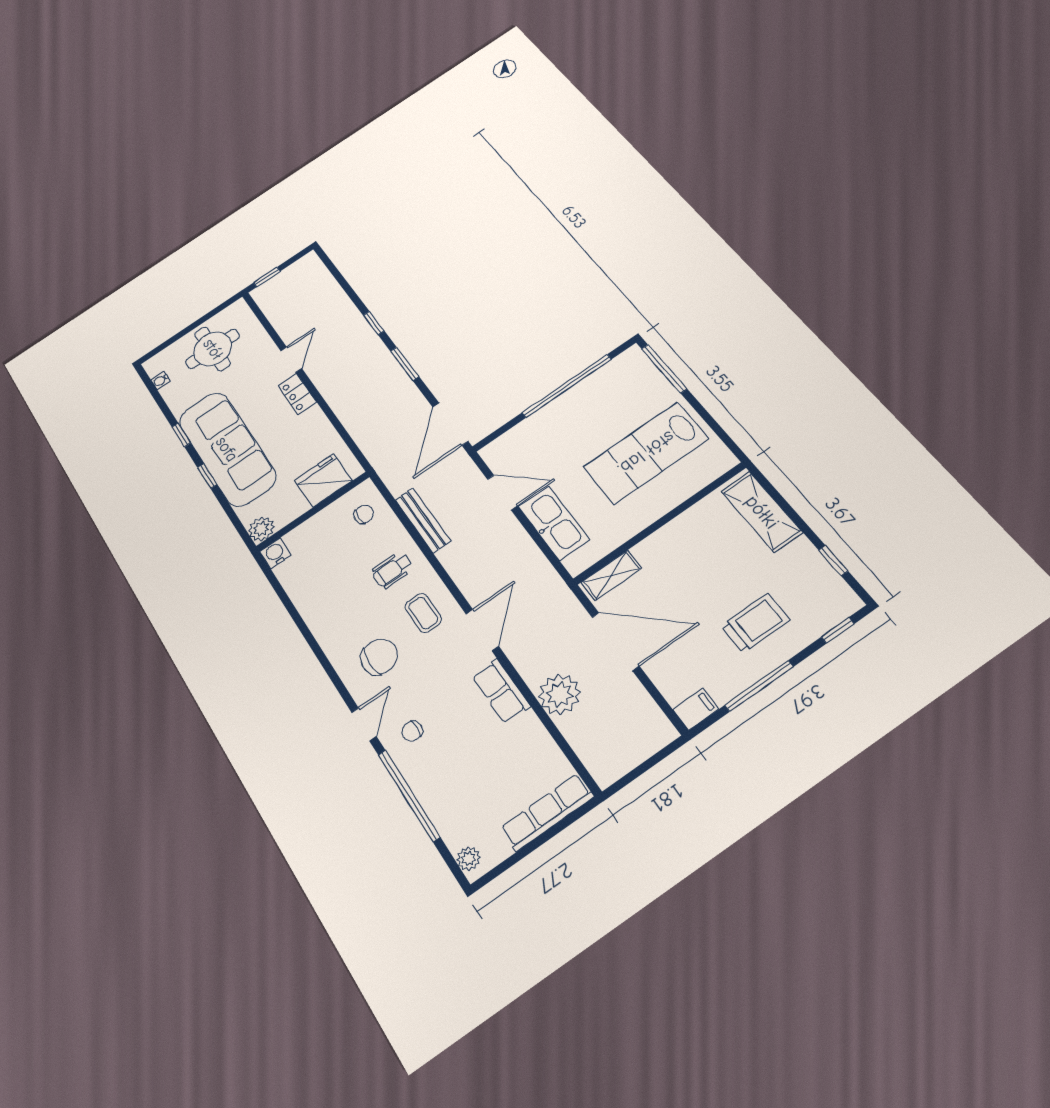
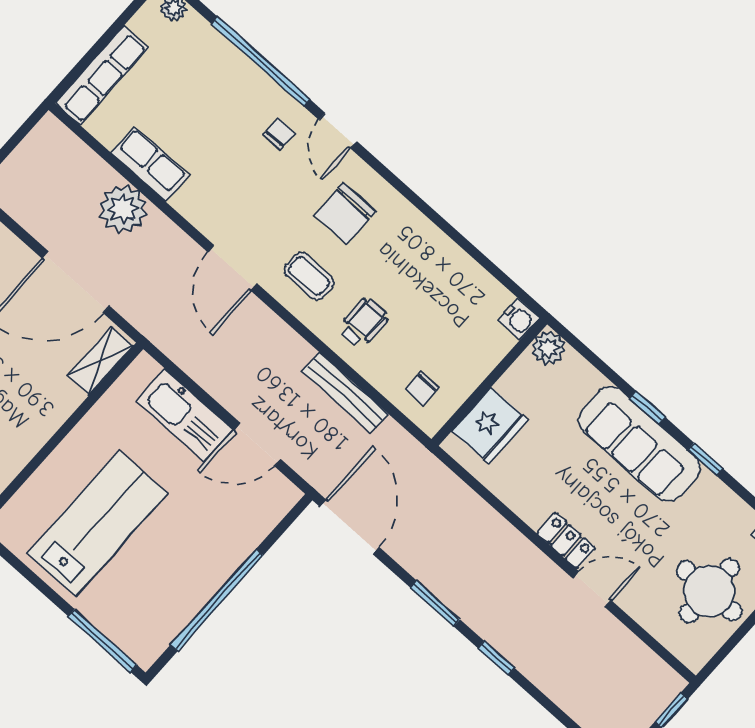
door: (291, 360) -> (592, 589), swing flipped
sofa: (227, 449) -> (639, 444), width x0.74, depth x0.79
row of seats: (501, 691) -> (150, 164), moved

